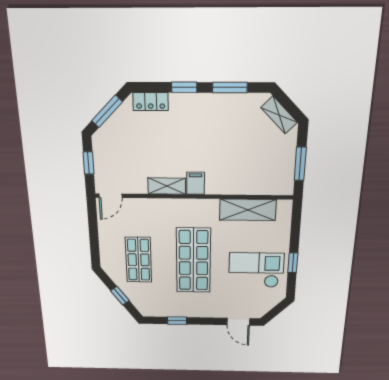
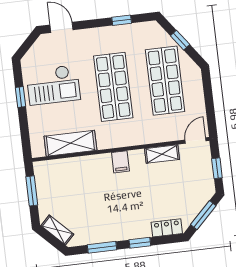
shelving: (167, 186) -> (162, 154), moved
shop shelf: (139, 260) -> (165, 81), width x1.43, depth x1.36

